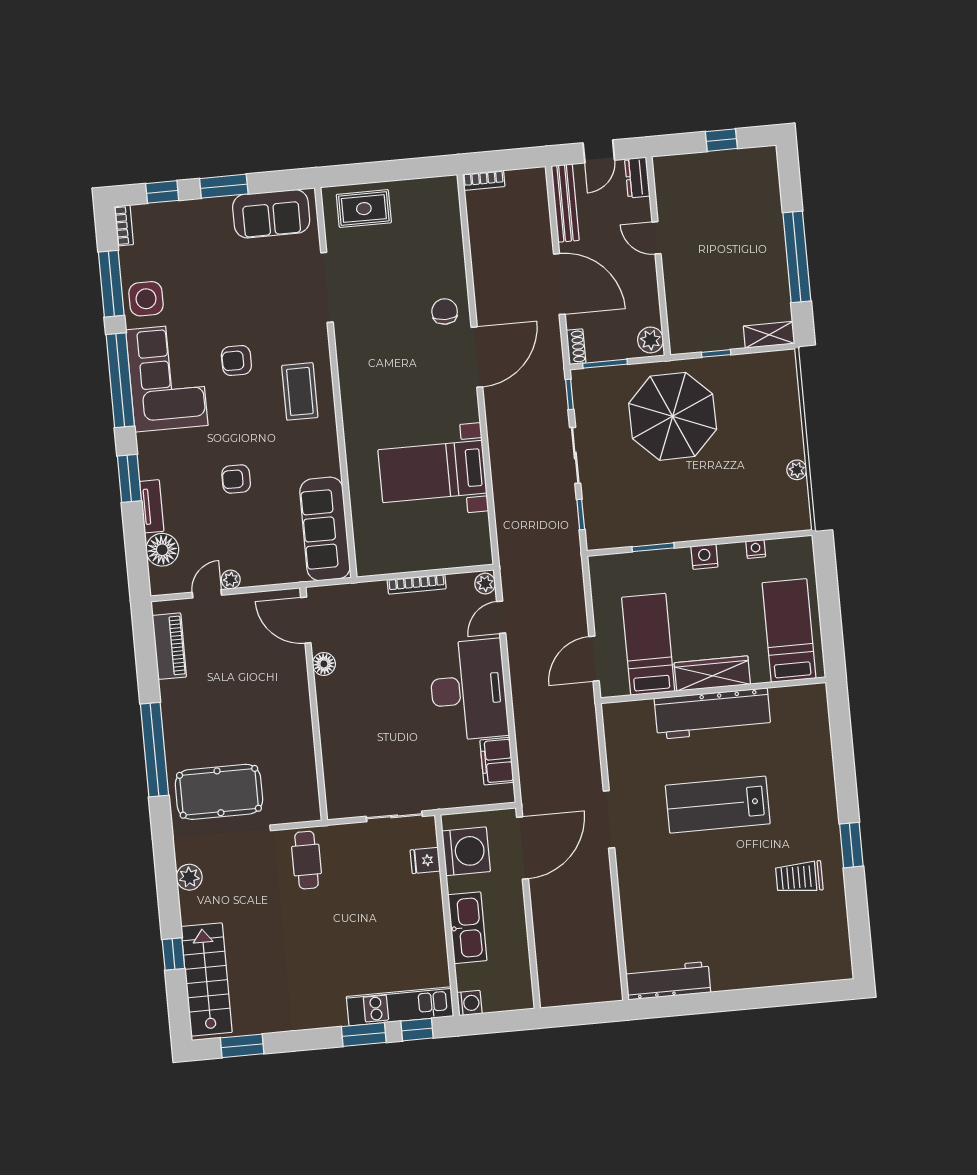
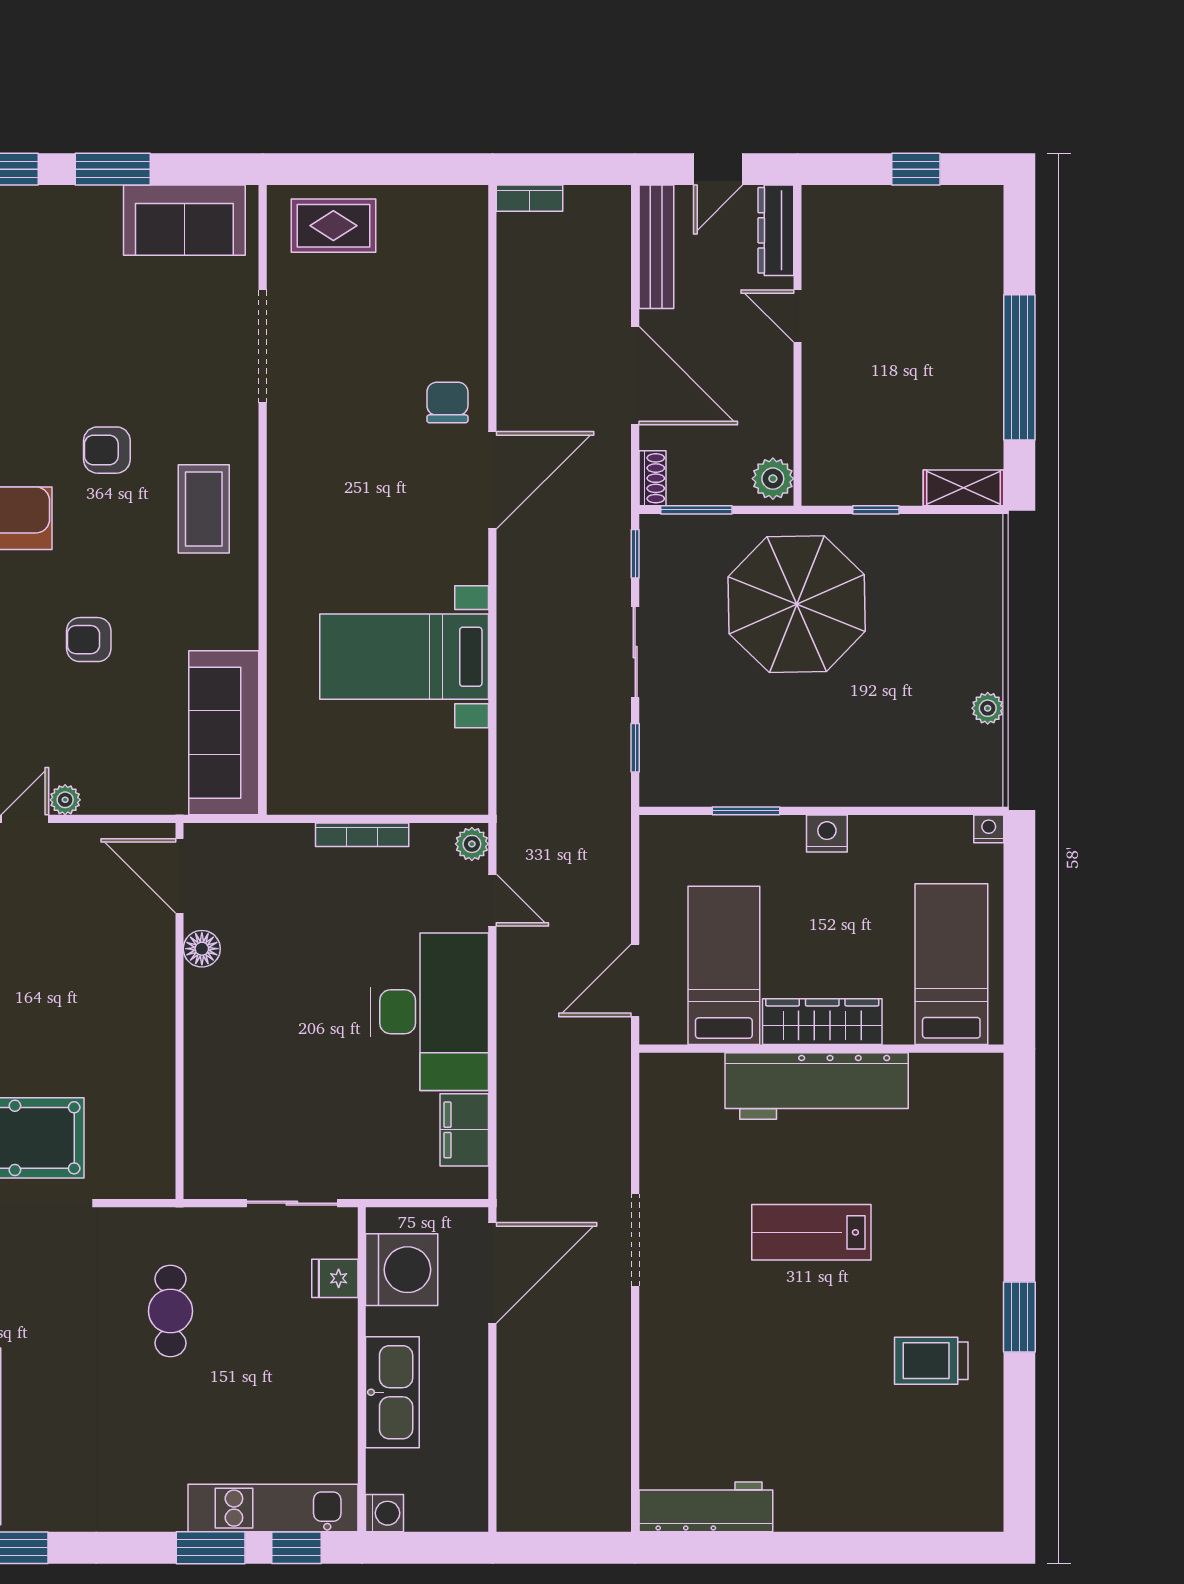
dresser: (637, 177) -> (776, 230), width x1.44
nightstand: (756, 549) -> (989, 829), moved
door: (501, 617) -> (492, 900), swing flipped
lab bench: (718, 805) -> (811, 1232), width x0.73, depth x0.72
cafe table: (307, 860) -> (170, 1311), moved

